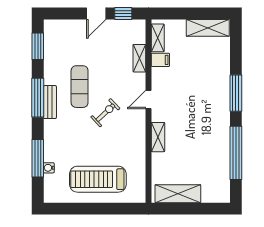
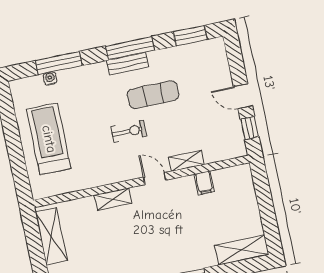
shelving: (208, 28) -> (242, 250), moved, turned 90
shelving: (158, 38) -> (229, 174), removed
shelving: (139, 58) -> (187, 161), moved
exercise bike: (105, 113) -> (129, 131), turned -47

